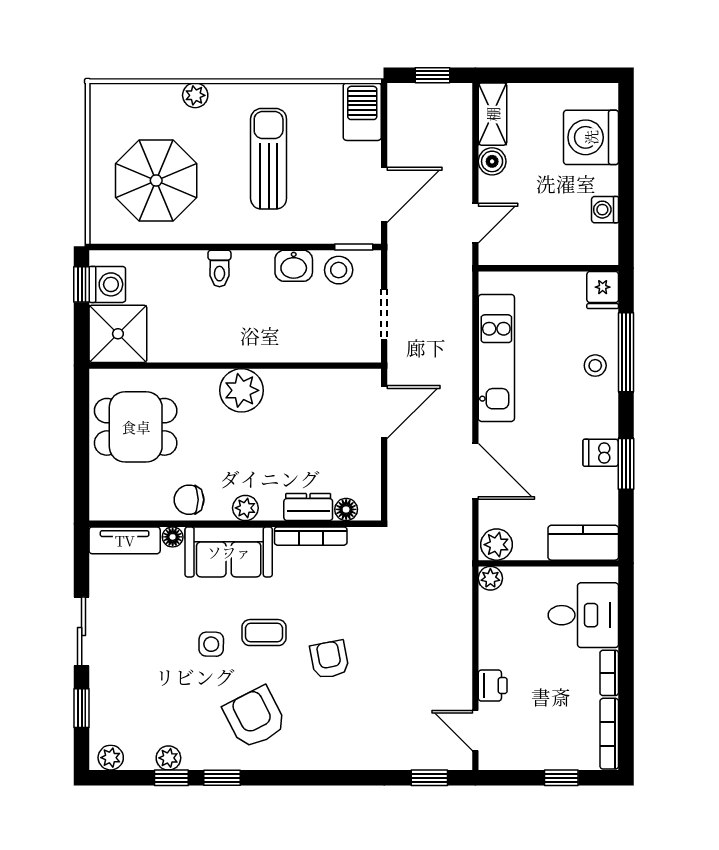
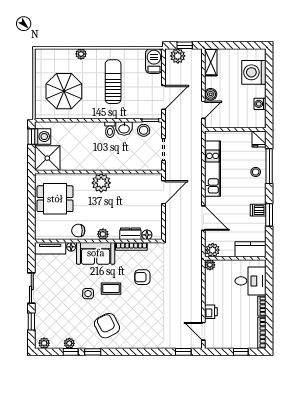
plant: (417, 100) -> (178, 56), added
boiler: (492, 161) -> (211, 94), moved
toilet: (219, 268) -> (110, 130), moved
armchair: (330, 660) -> (142, 277), moved, turned -79

